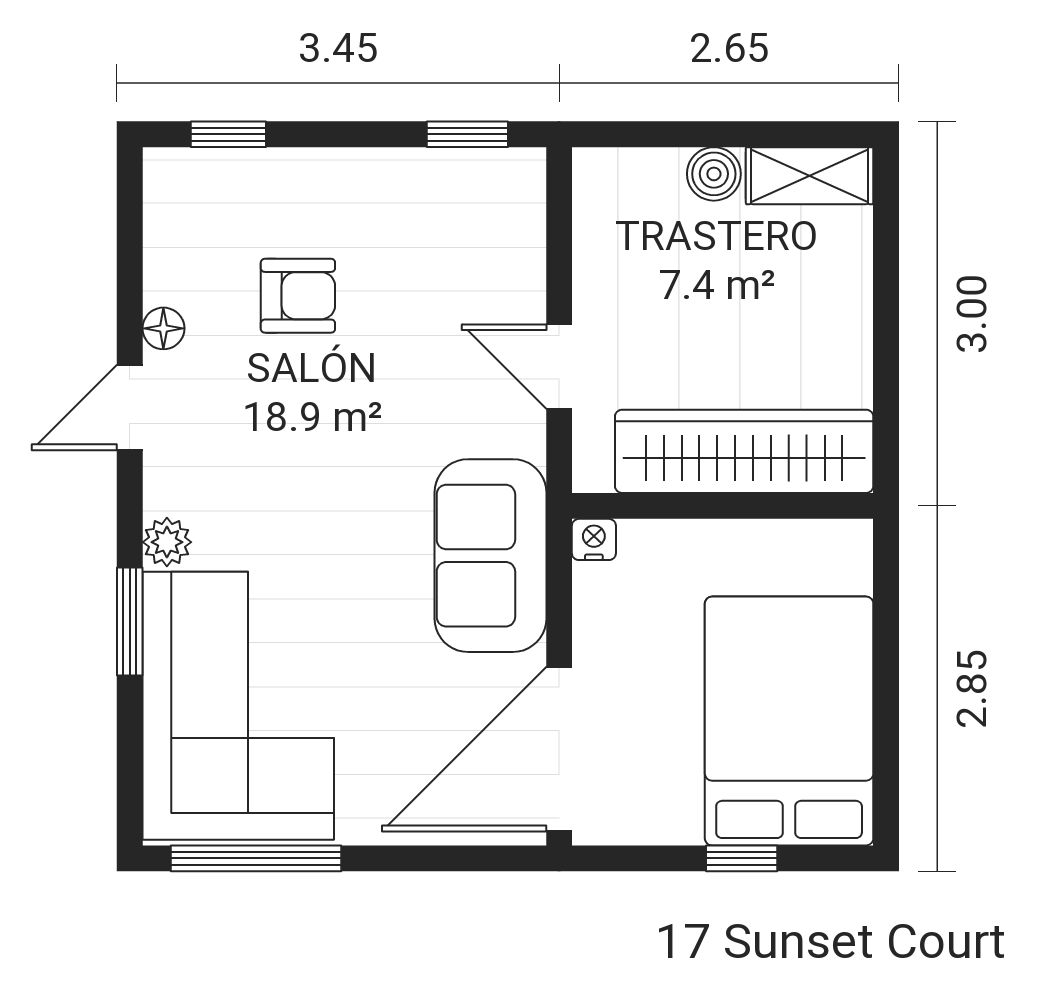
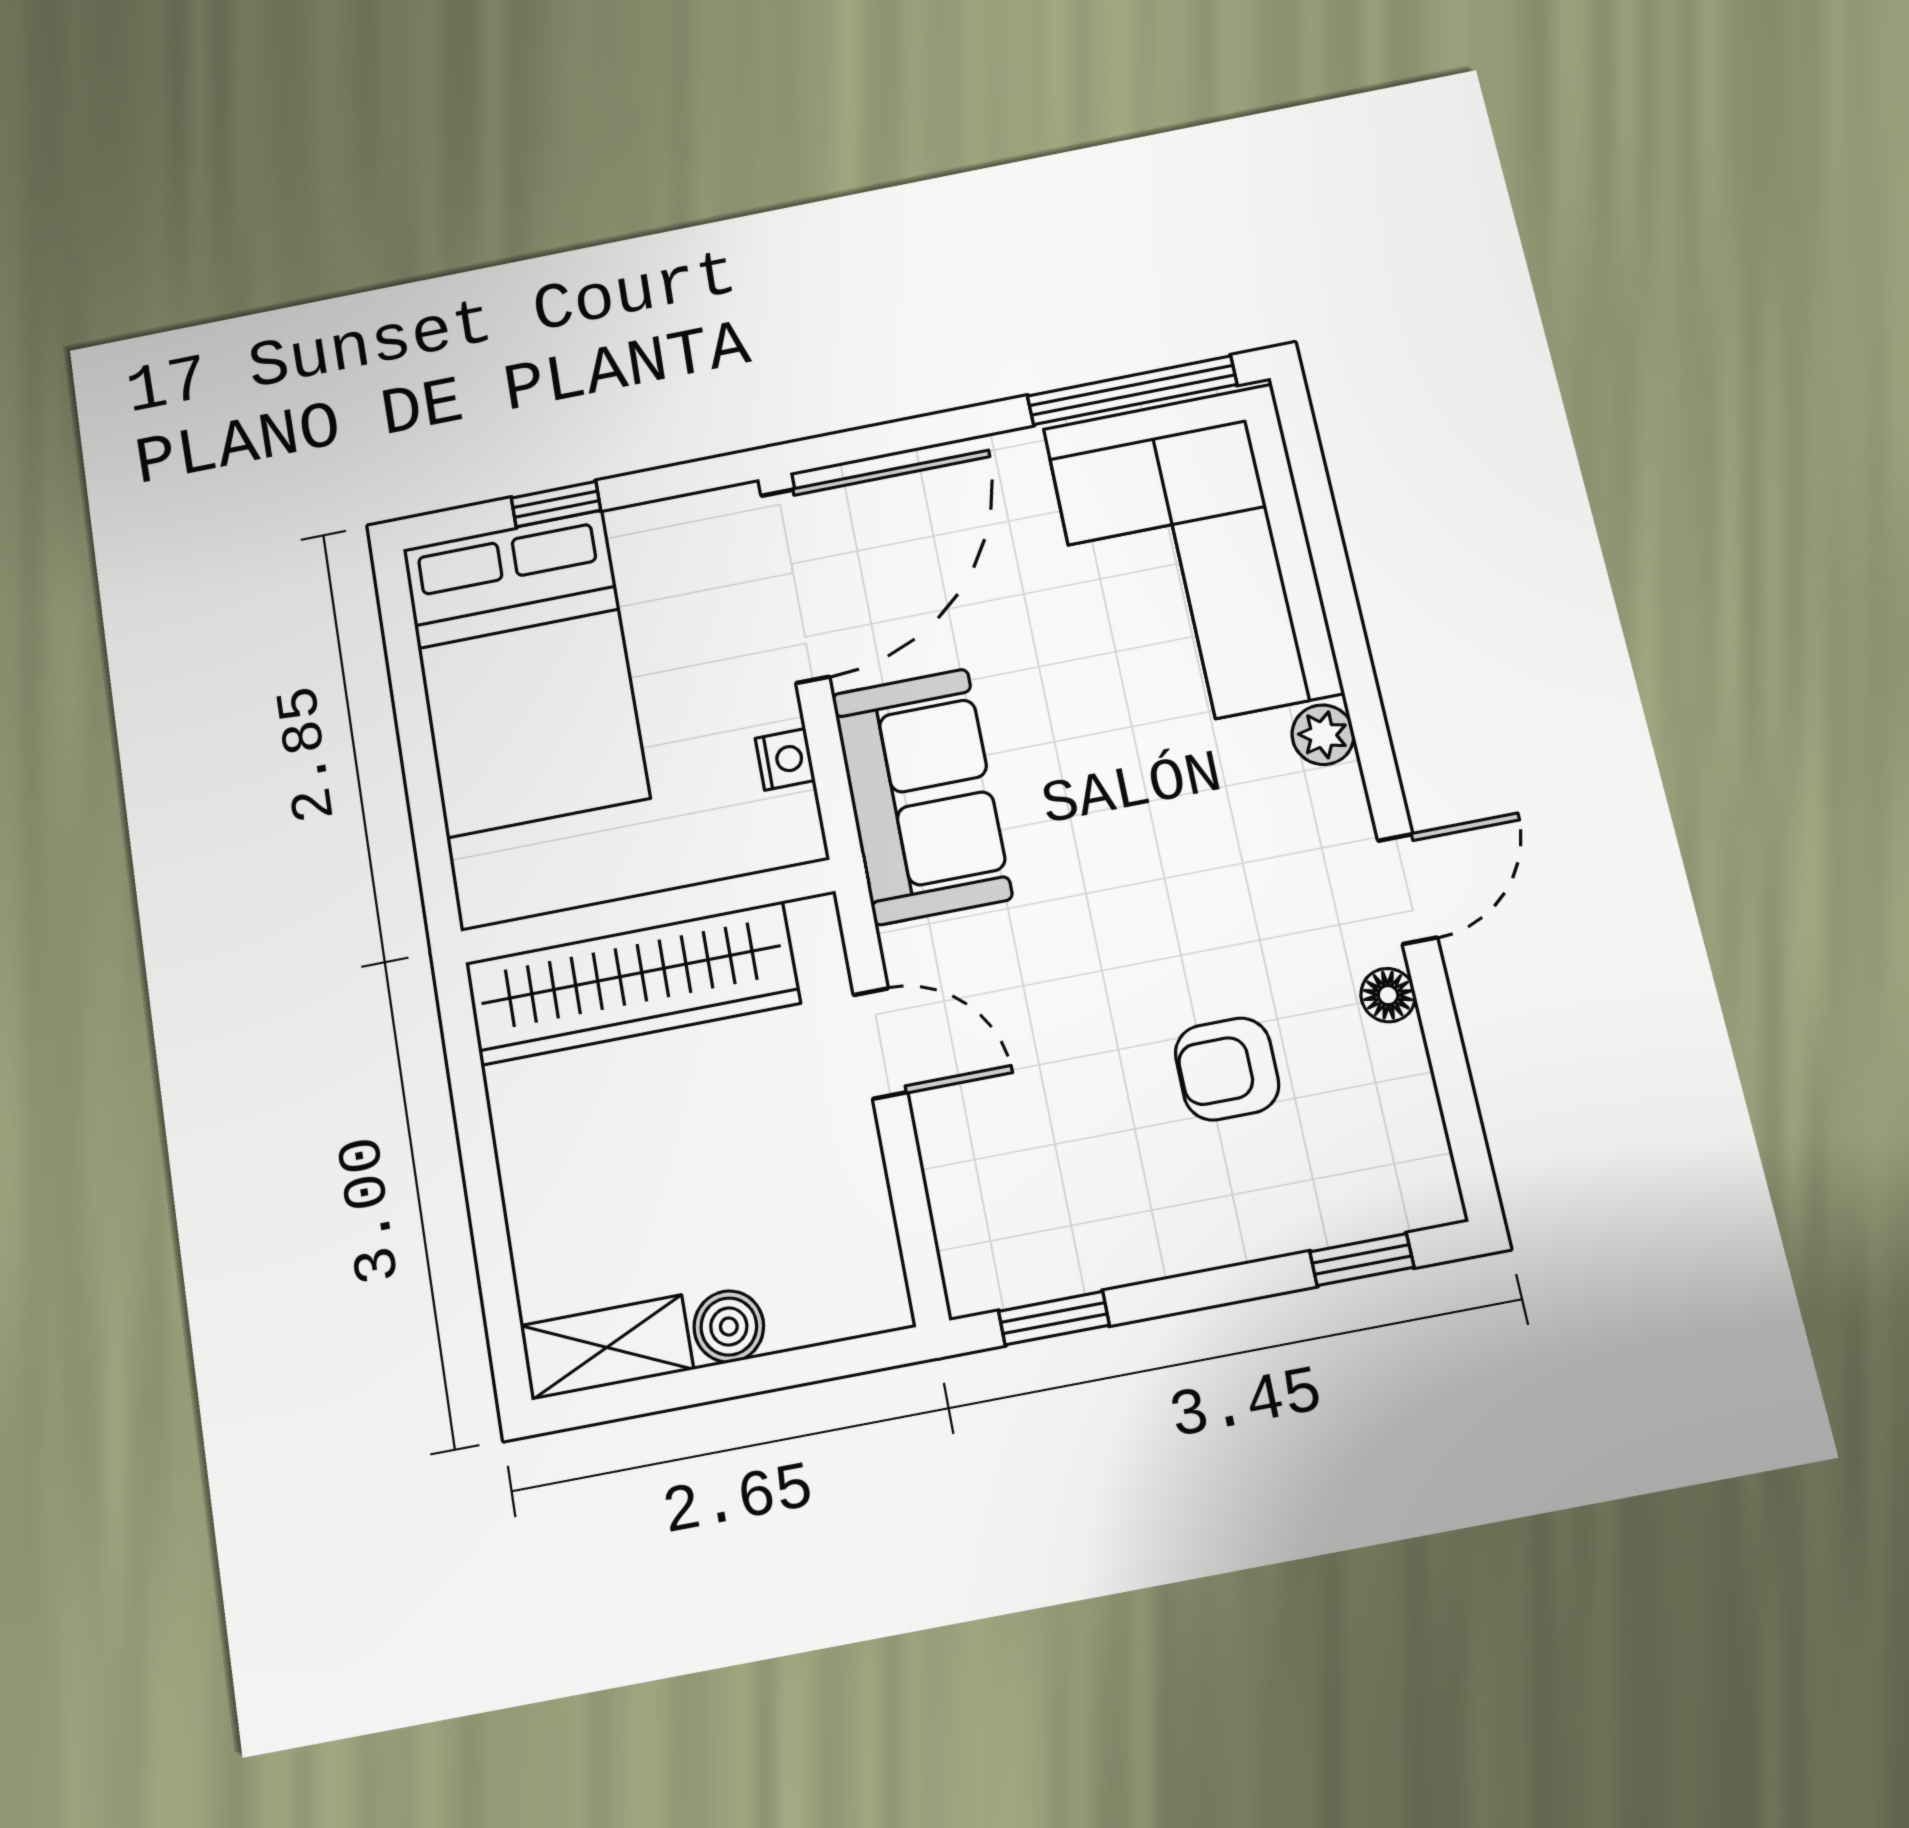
nightstand: (594, 539) -> (785, 759), moved, turned -90
window: (130, 622) -> (1347, 632), removed

